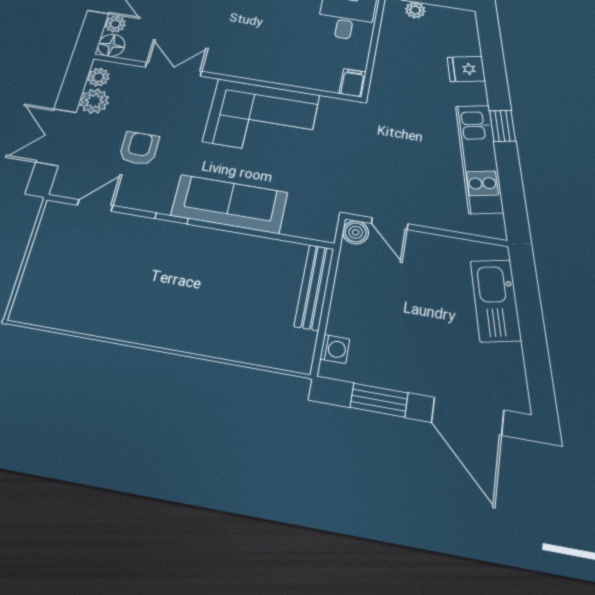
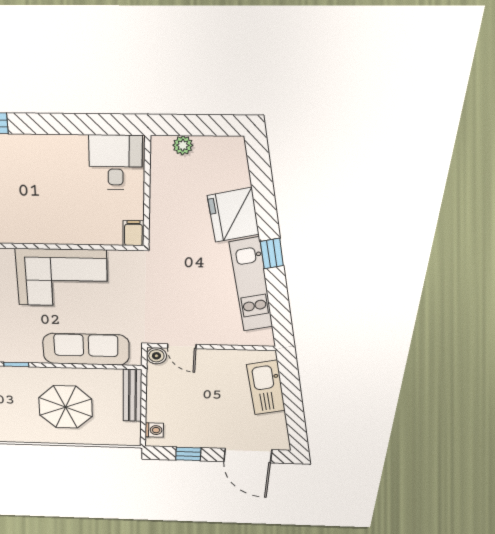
fridge: (466, 69) -> (233, 215), width x1.88, depth x1.34
sofa: (229, 204) -> (86, 349), moved
parasol: (218, 292) -> (66, 407), added
window: (379, 400) -> (188, 454), width x0.67

